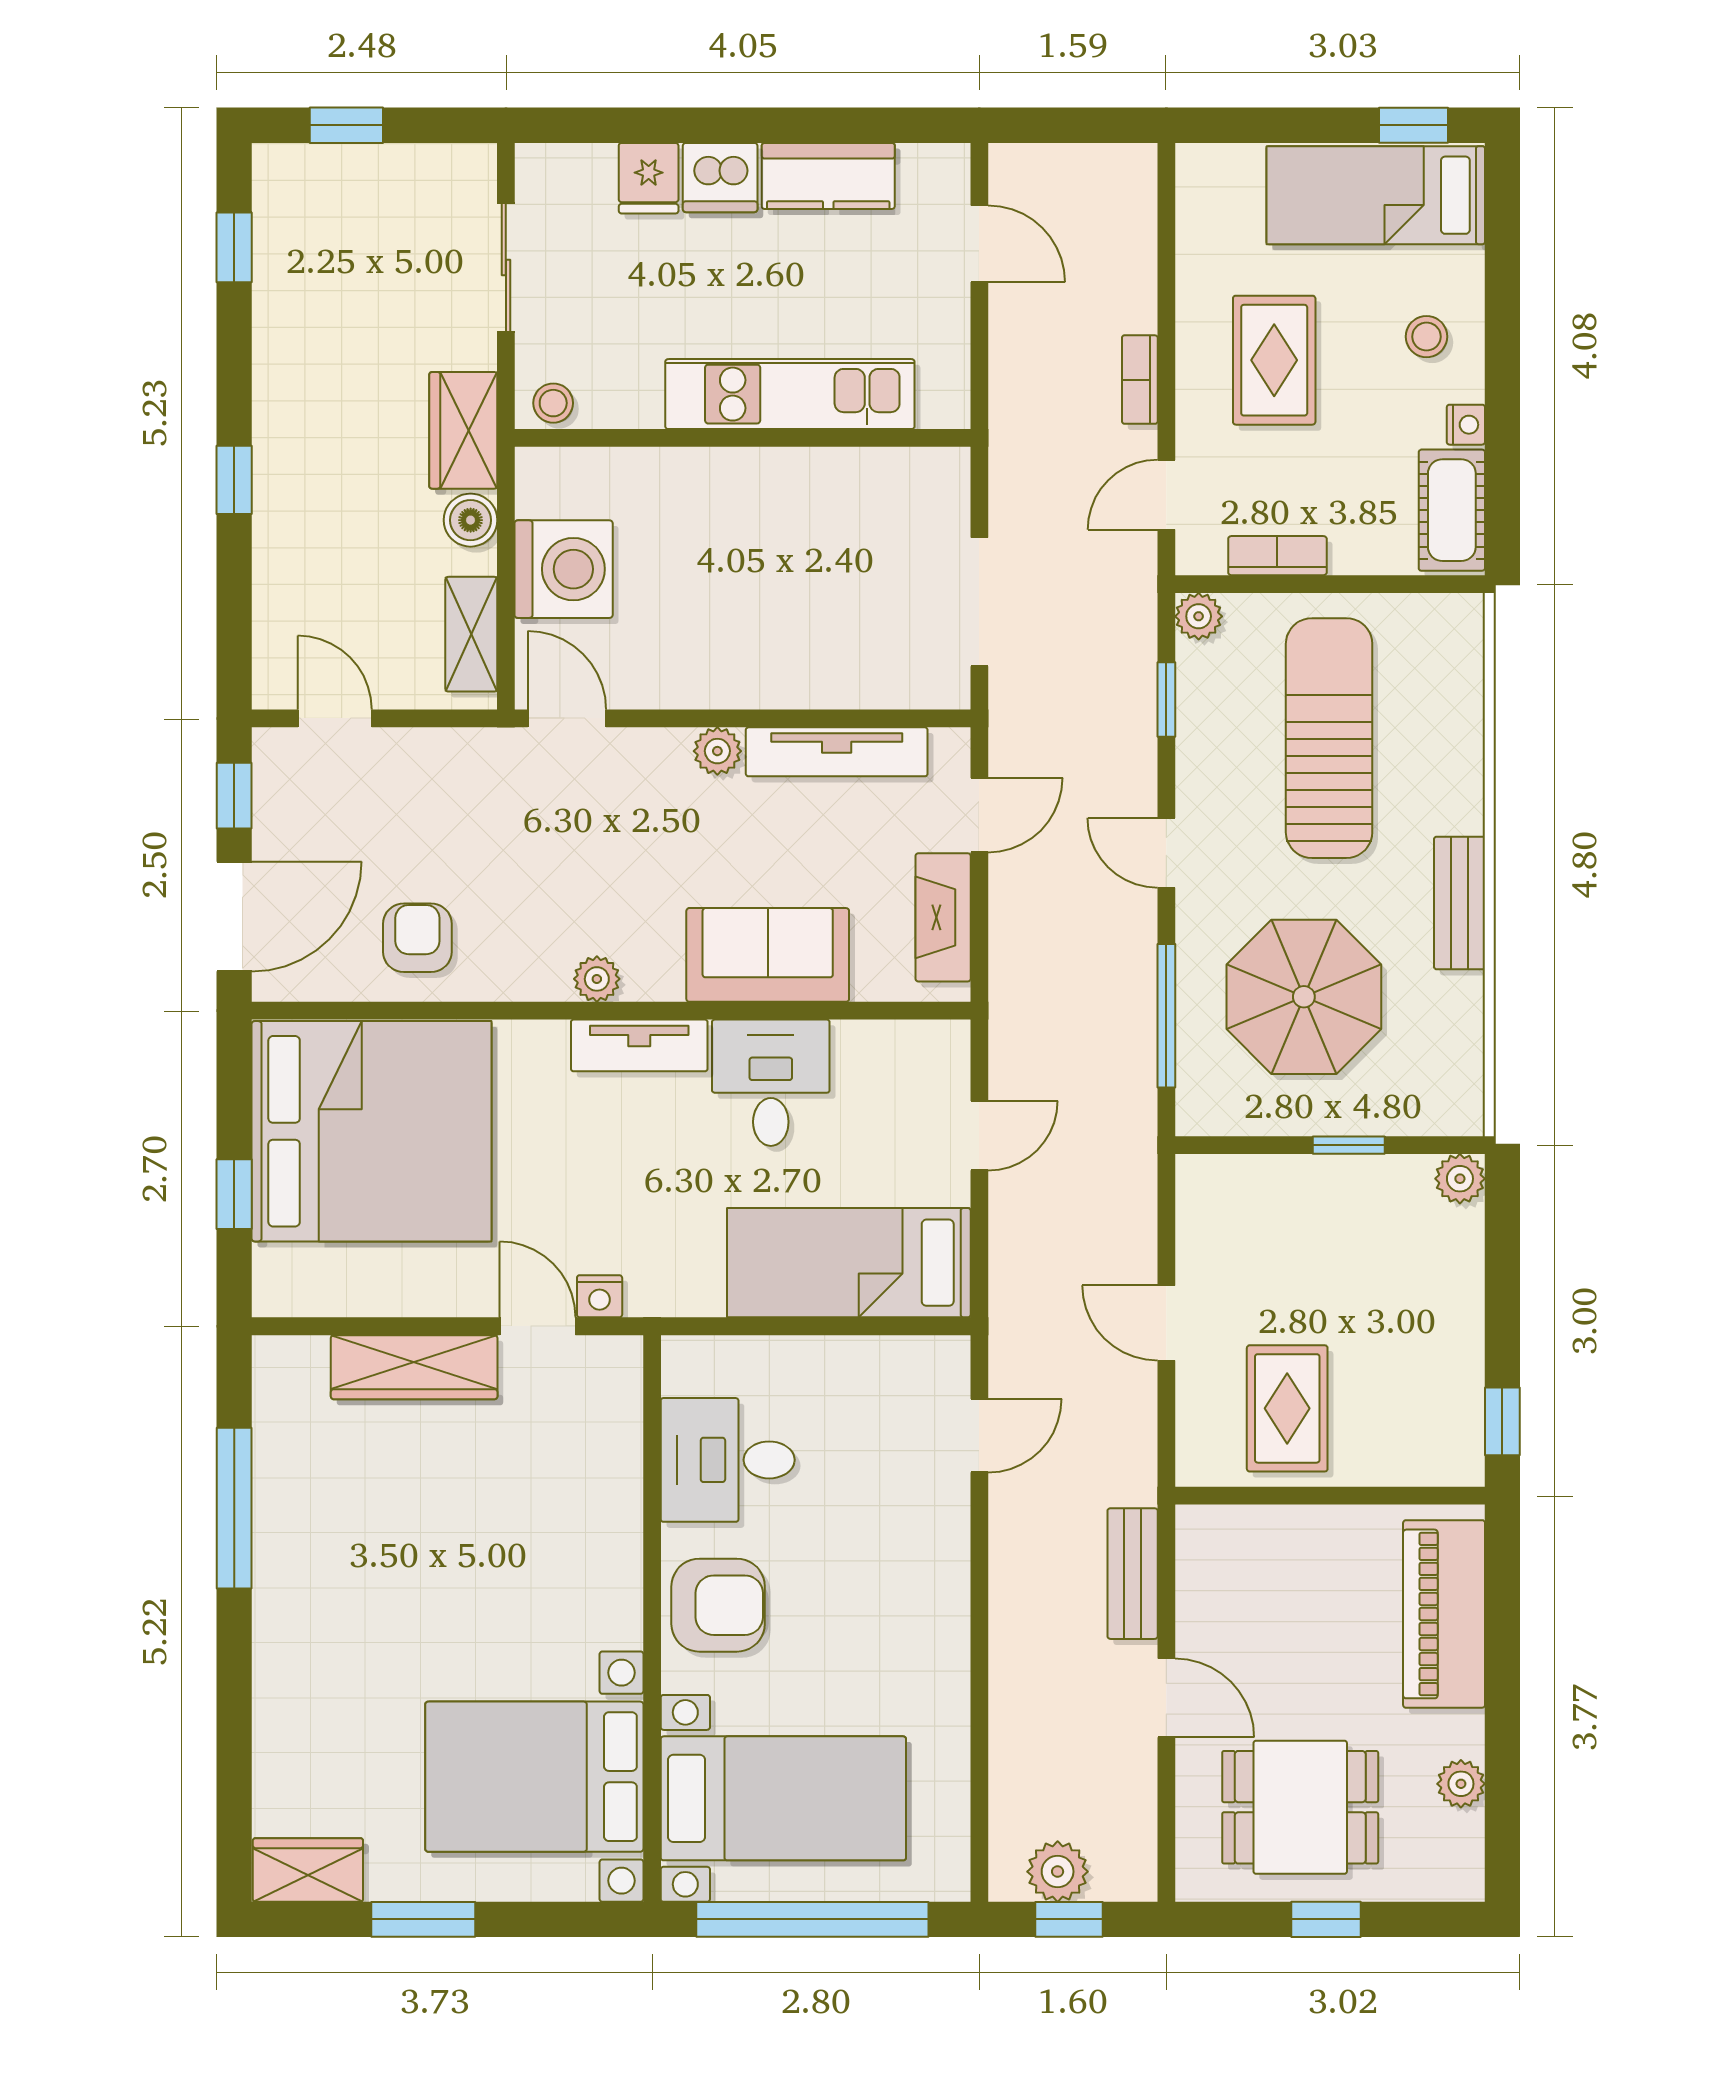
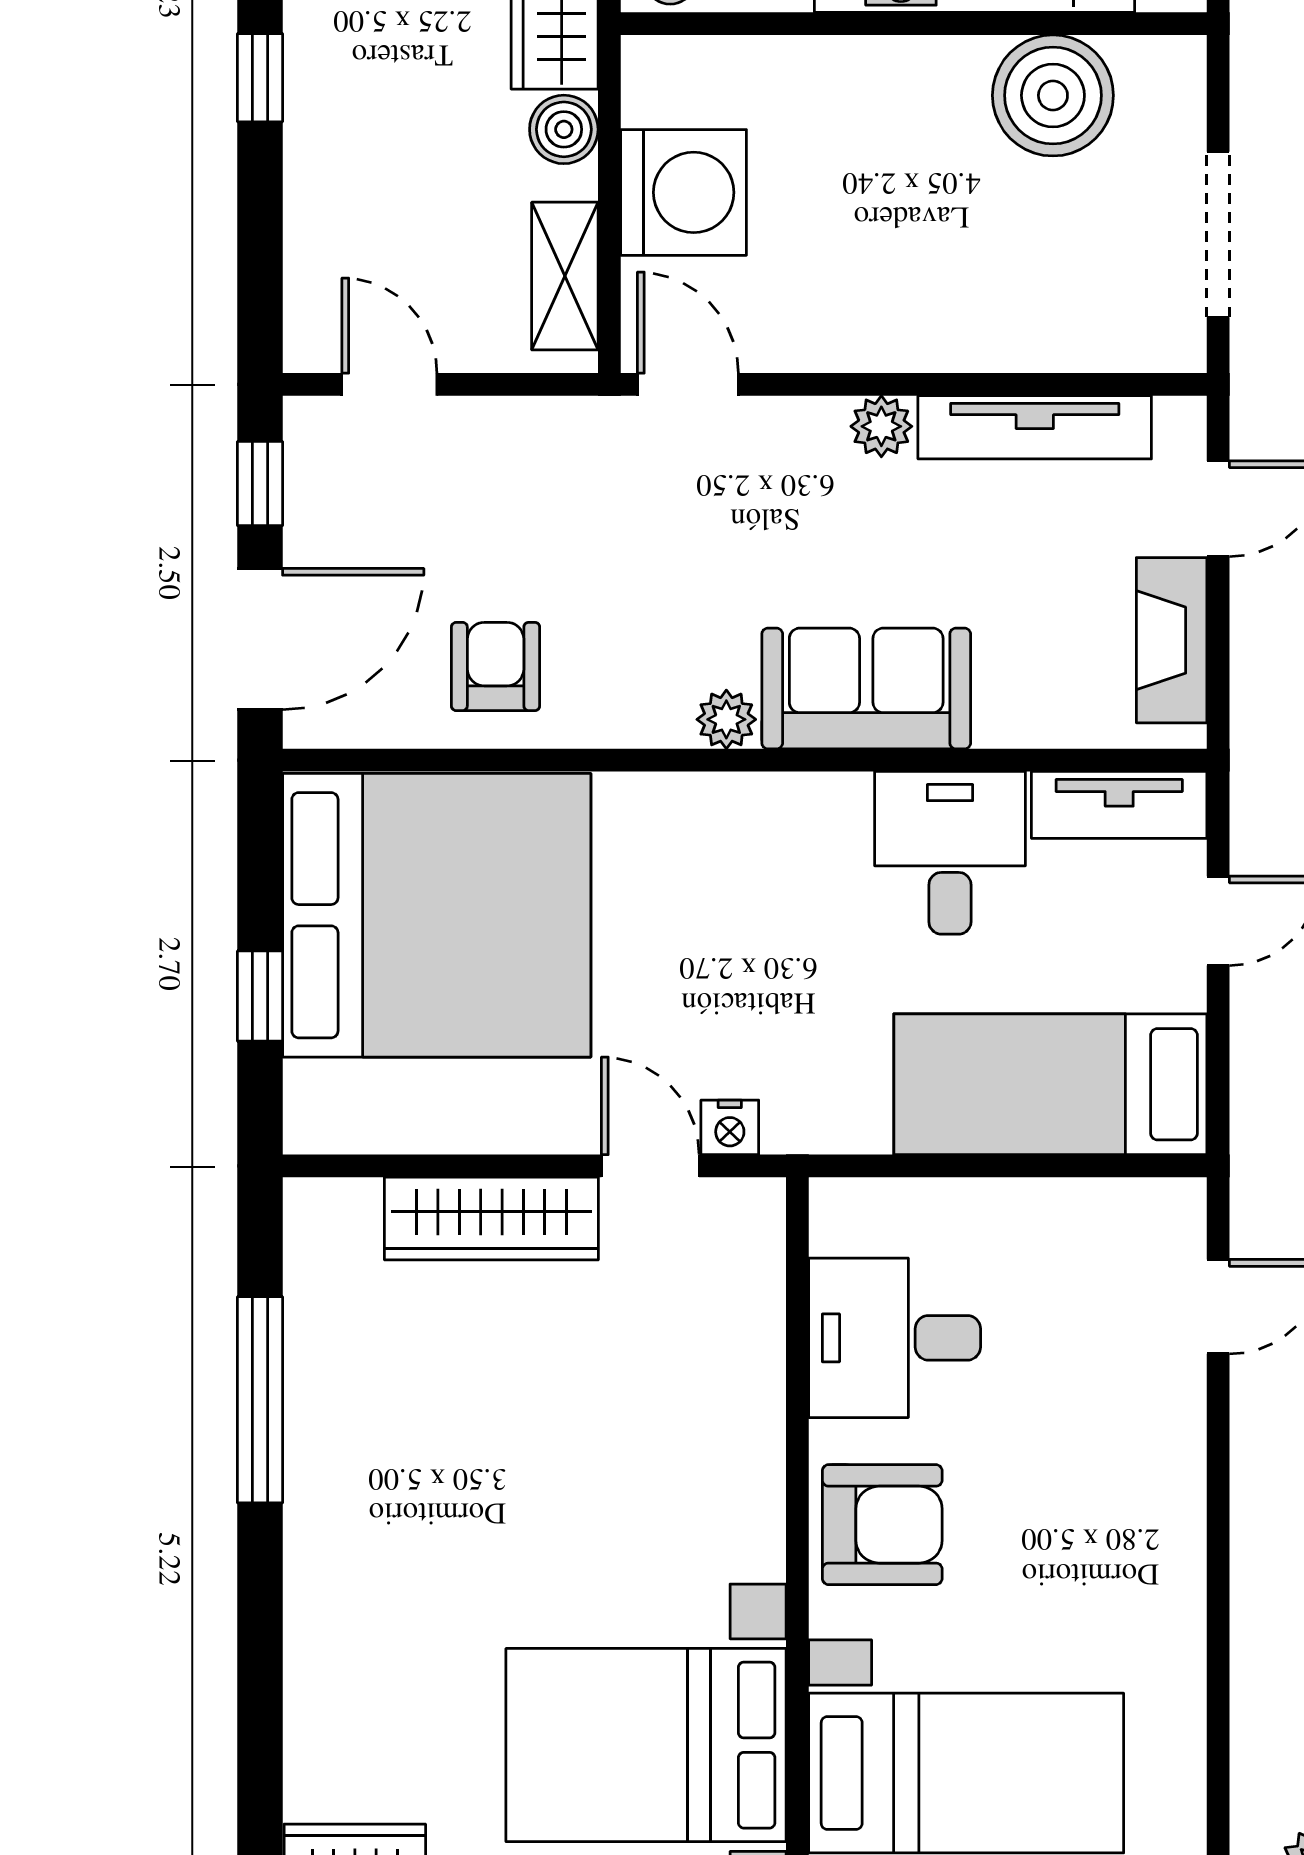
boiler: (851, 494) -> (1053, 95), added
sofa: (768, 955) -> (866, 688), moved
tv unit: (639, 1045) -> (1119, 805), moved

